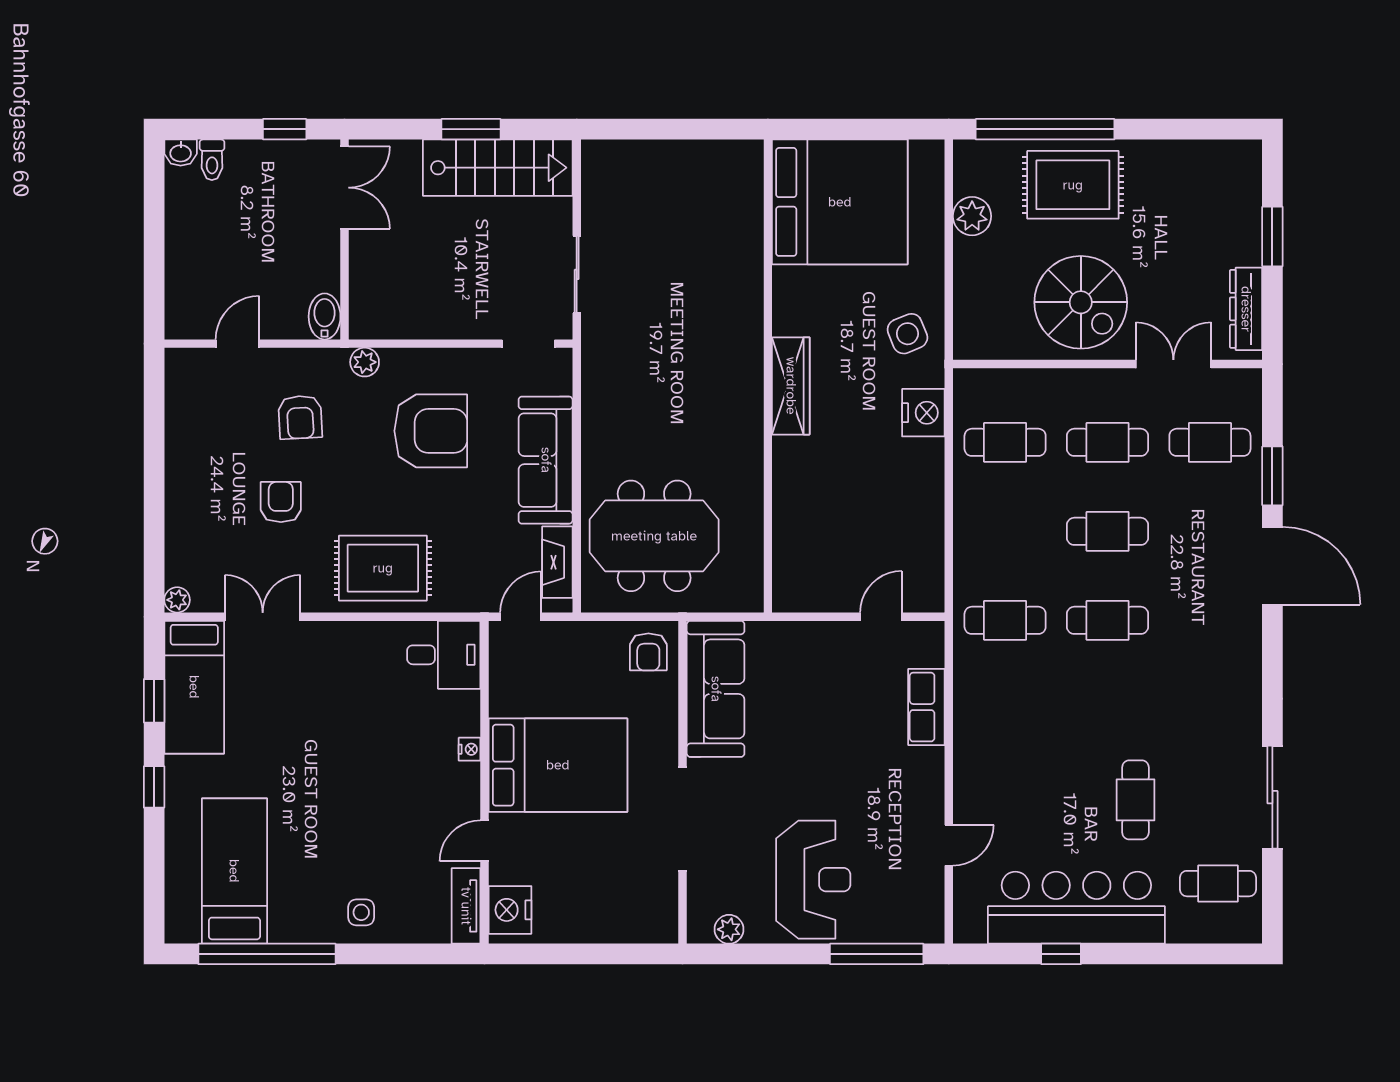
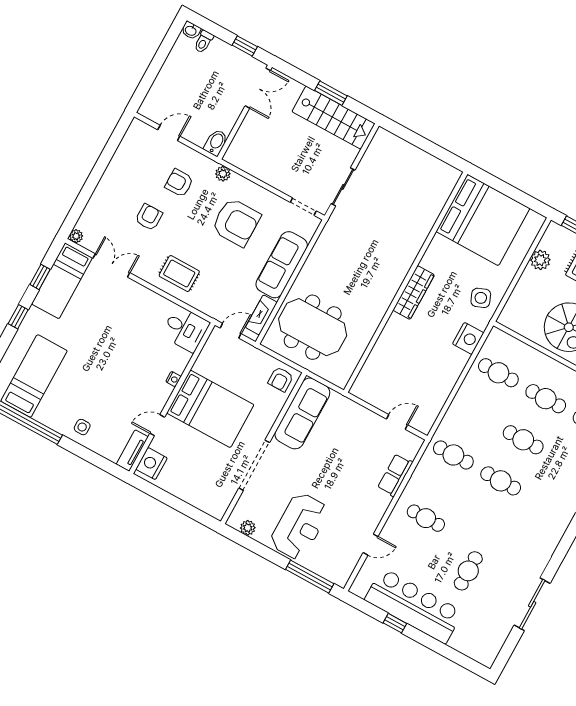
armchair: (300, 417) -> (179, 183), turned 93
rug: (383, 568) -> (179, 274), width x0.73, depth x0.70
cafe table: (1218, 884) -> (426, 518), moved

